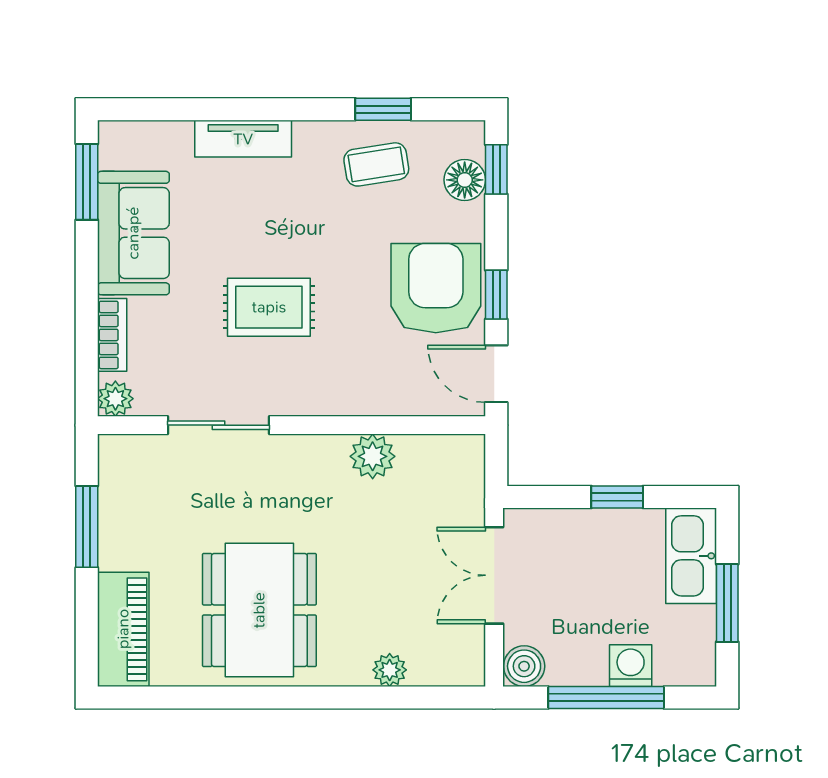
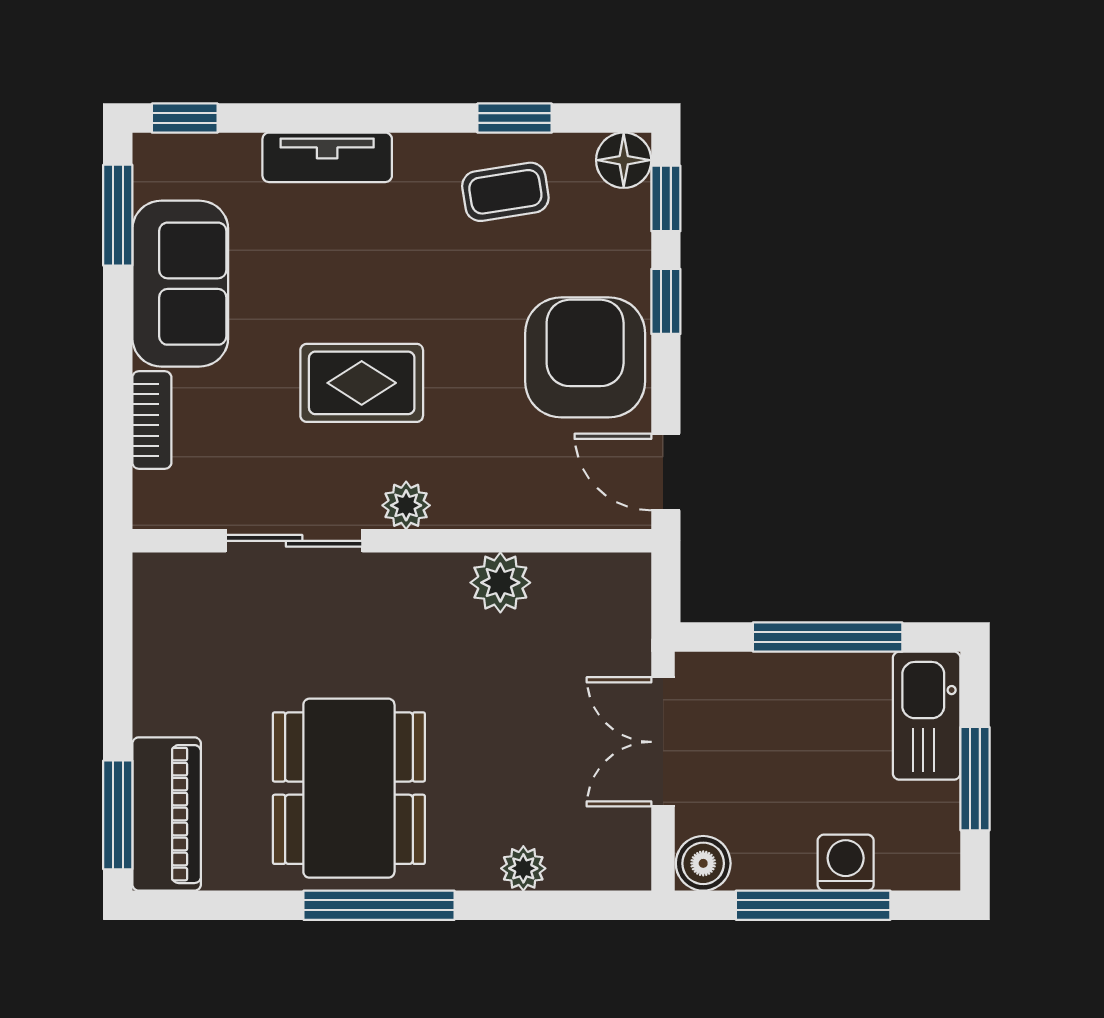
window: (137, 109) -> (185, 118), added
floor lamp: (465, 180) -> (624, 160), moved
window: (496, 295) -> (666, 301), moved
plant: (115, 399) -> (406, 505), moved
window: (617, 497) -> (828, 637), width x2.17
window: (87, 527) -> (118, 815), moved
window: (282, 698) -> (379, 905), added

